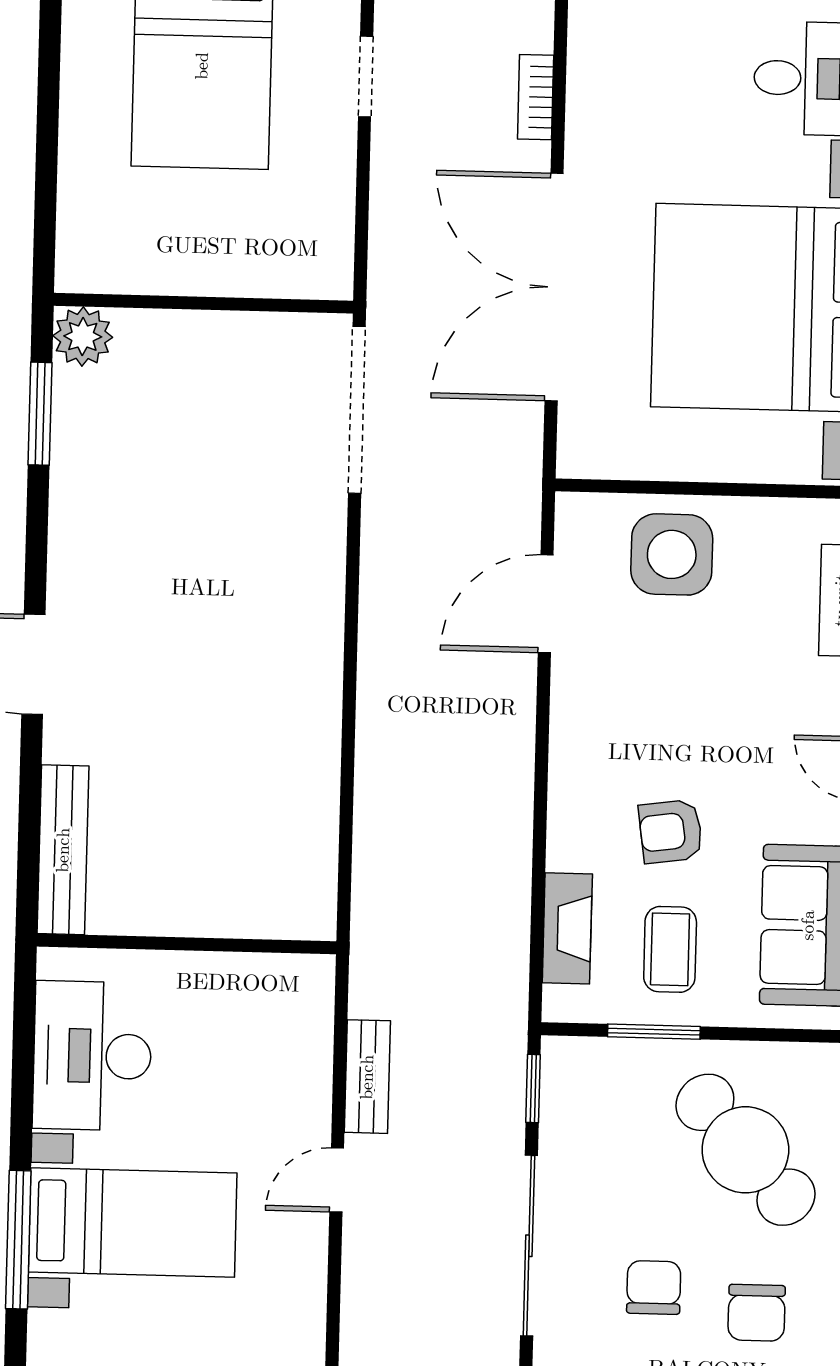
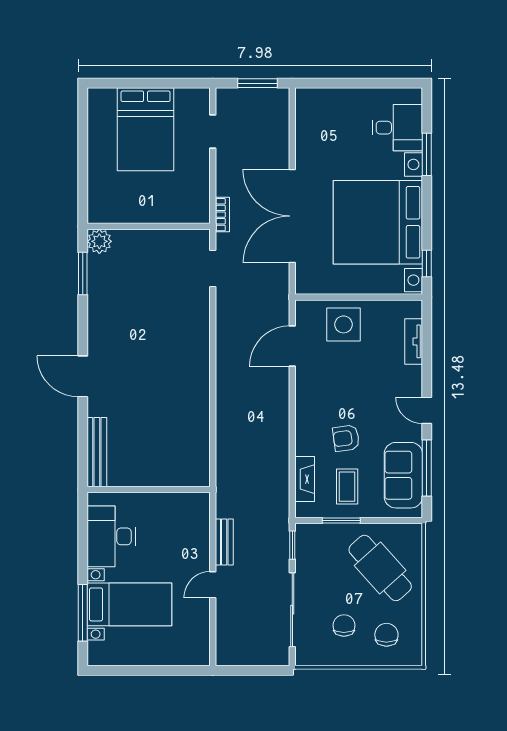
bookcase: (536, 97) -> (222, 215), moved, turned 180
doorway: (357, 410) -> (213, 269), width x0.53
chair: (757, 1313) -> (386, 635), turned 180

